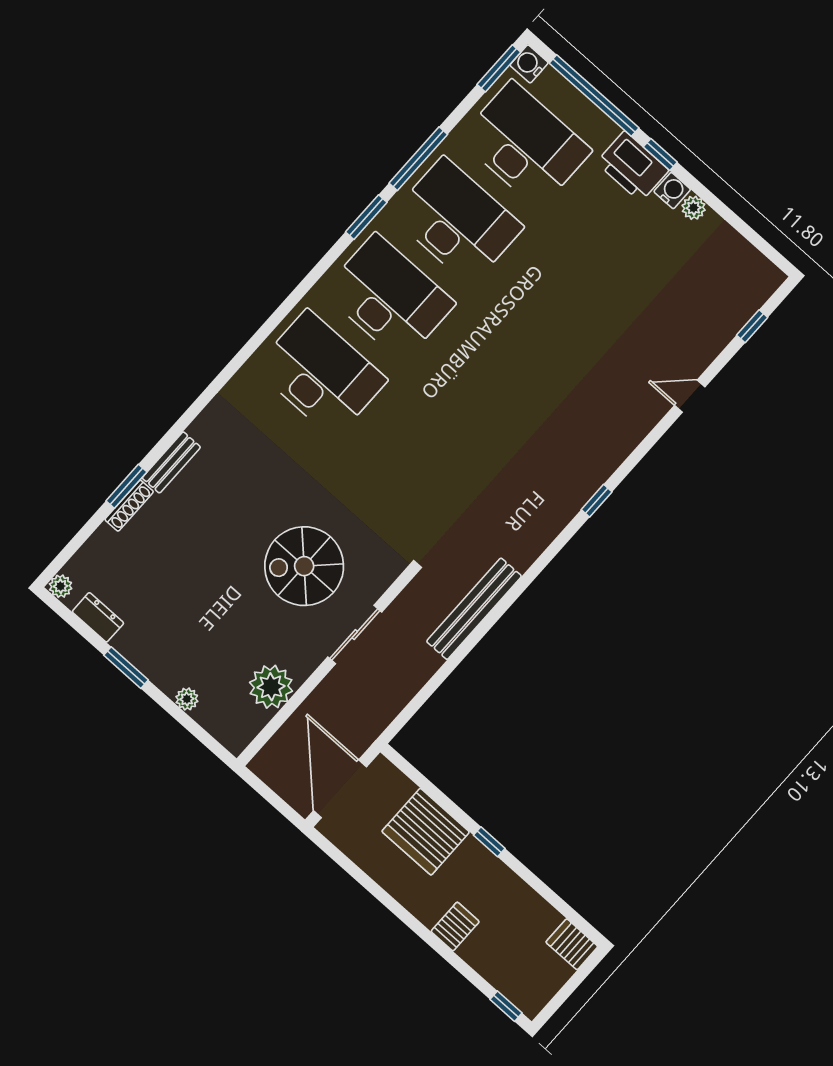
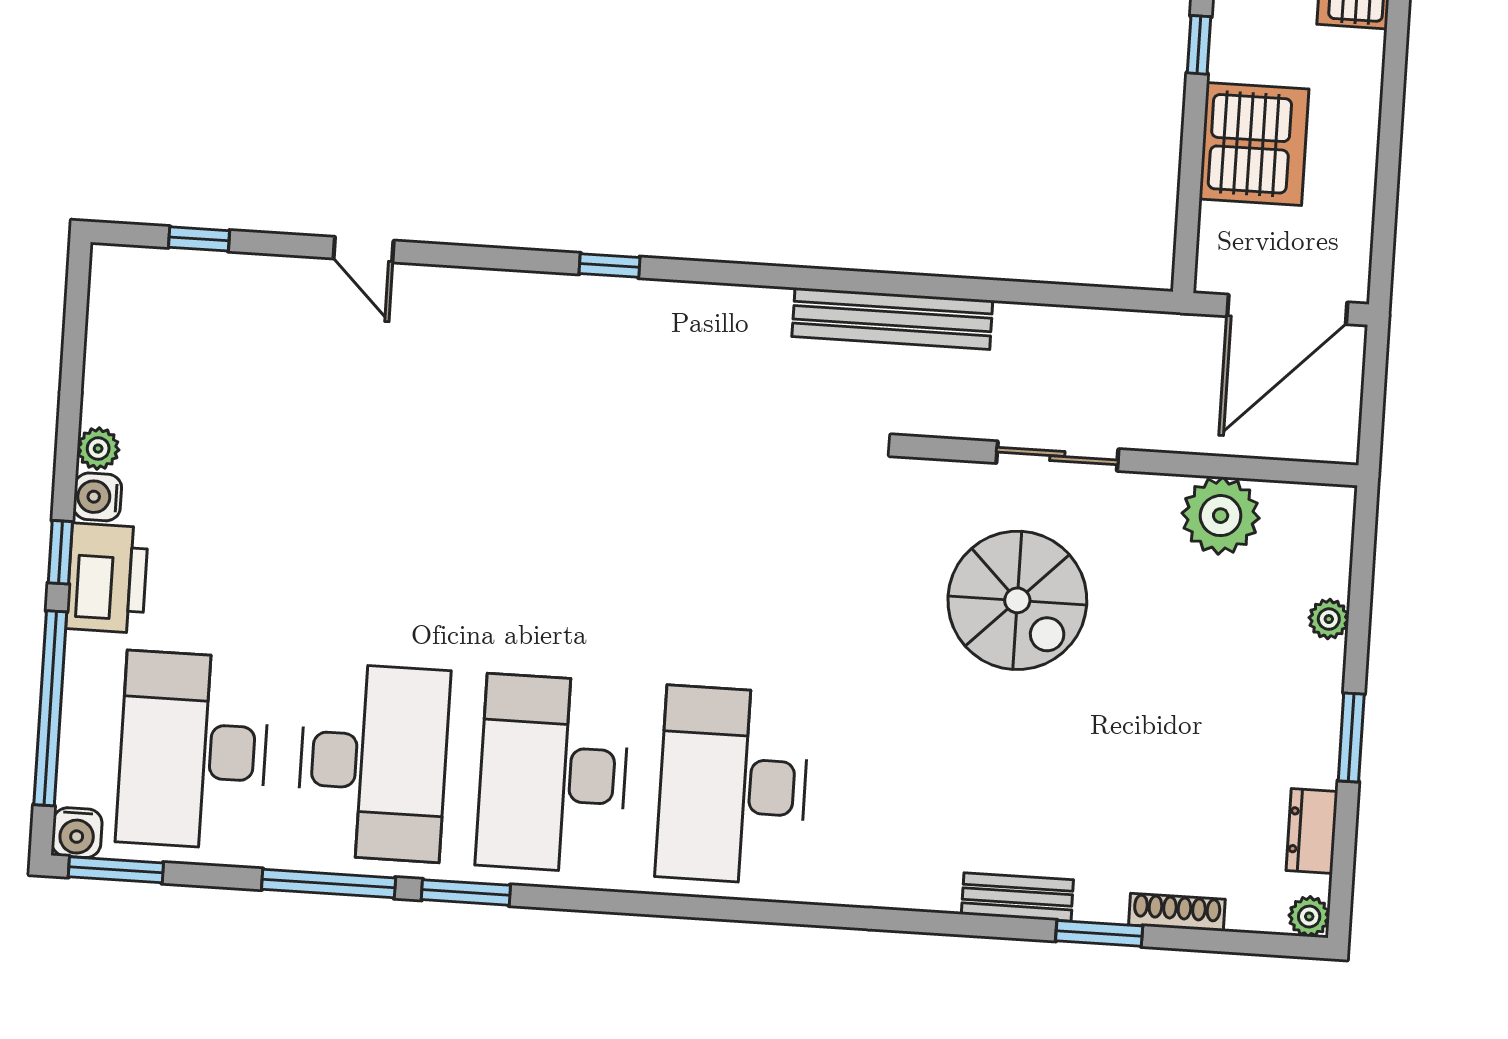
desk: (457, 221) -> (373, 762), turned 180
shoe rack: (129, 506) -> (1177, 912), moved

